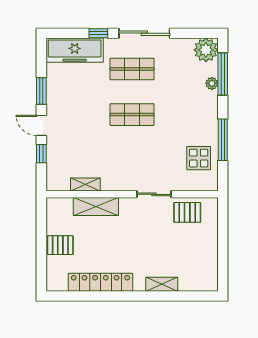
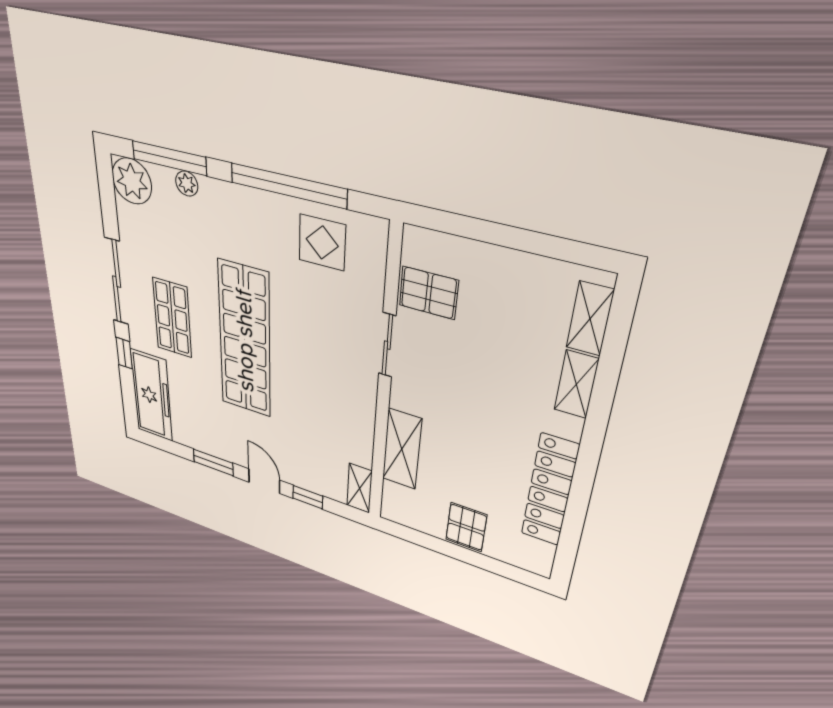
shop shelf: (132, 115) -> (245, 340), width x2.00, depth x1.36
door: (41, 125) -> (264, 481), swing flipped
window: (223, 140) -> (288, 186), width x1.46
shelving: (85, 185) -> (359, 488), moved
pallet: (187, 212) -> (429, 293), turned 90
shelving: (195, 284) -> (590, 319), added

